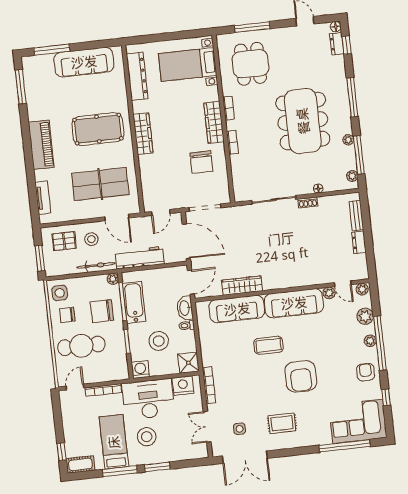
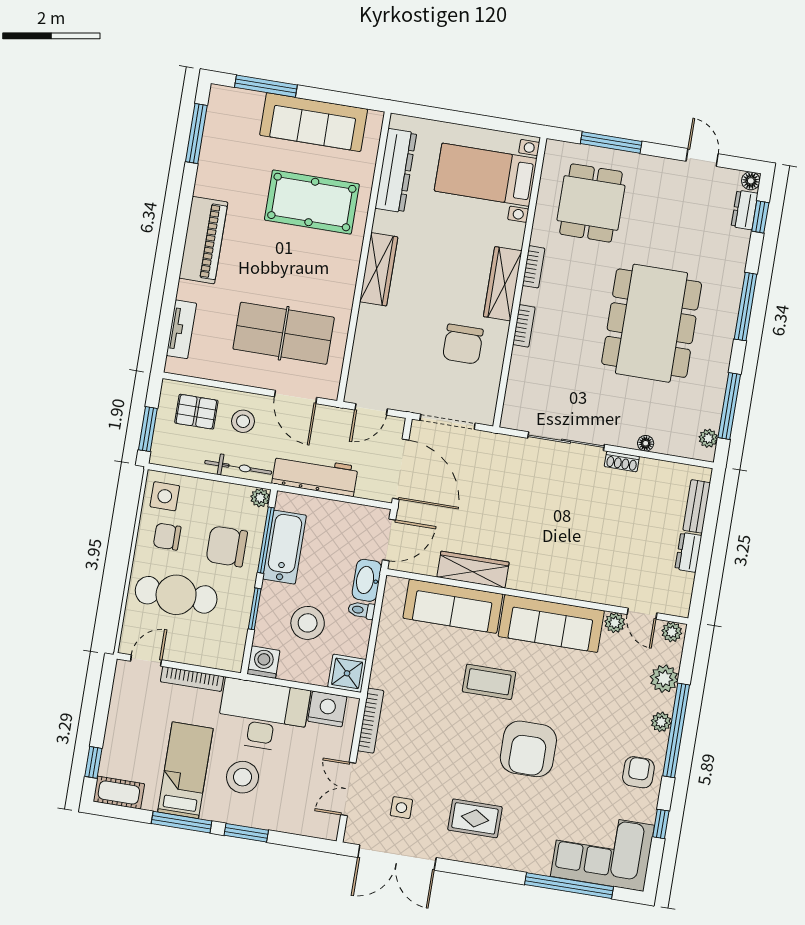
pool table: (98, 129) -> (312, 202), moved
plant: (348, 140) -> (719, 376), removed

